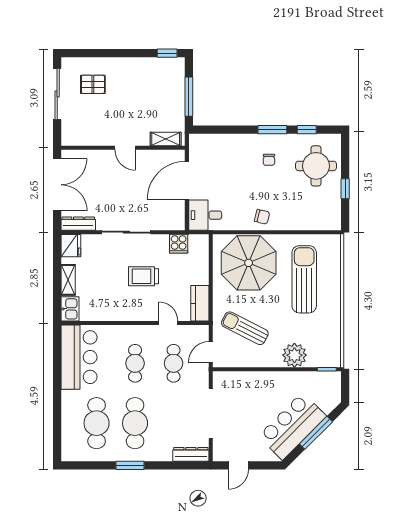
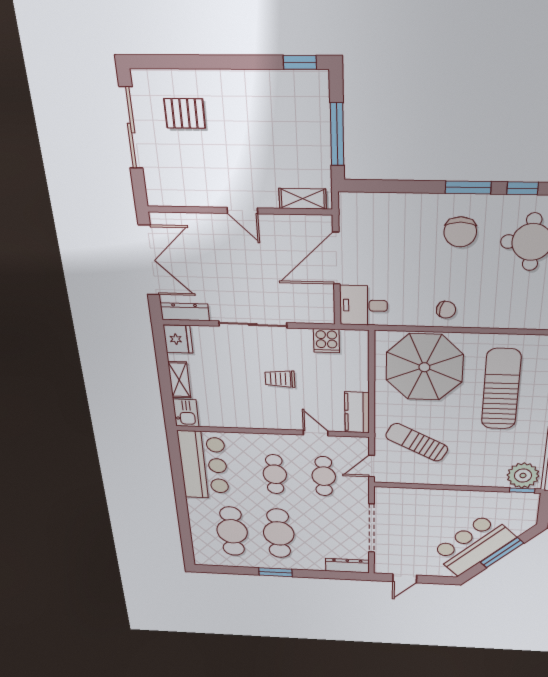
chair: (269, 160) -> (460, 232), width x1.87, depth x1.87
trolley: (144, 276) -> (280, 379), width x0.73, depth x0.72
plant: (294, 355) -> (523, 476), moved

